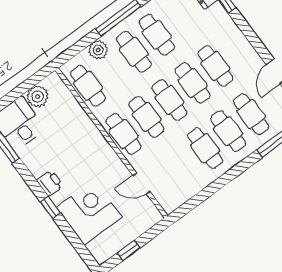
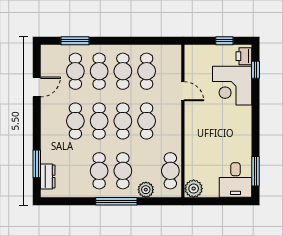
plant: (38, 96) -> (194, 189), moved
cafe table: (124, 134) -> (147, 71), moved
printer: (50, 183) -> (244, 56), moved
door: (141, 183) -> (183, 91), moved
window: (50, 207) -> (255, 70), moved

